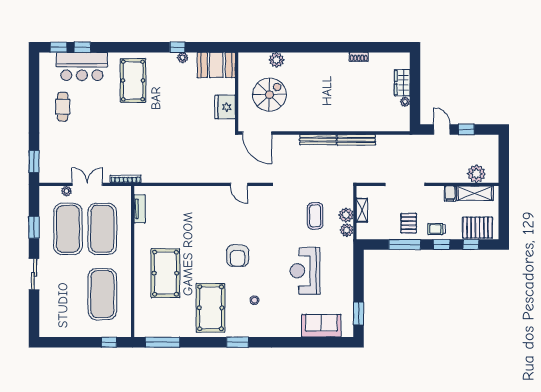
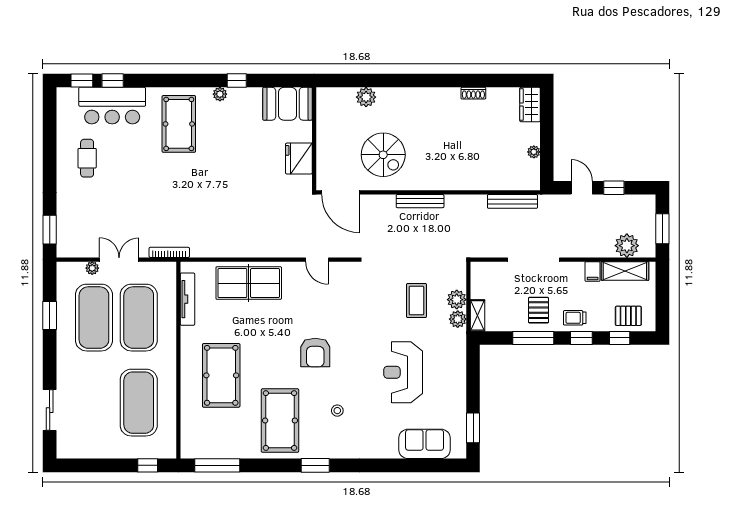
plant: (183, 58) -> (220, 94), moved
wardrobe: (402, 83) -> (530, 105), moved
spiral stairs: (269, 95) -> (383, 155), moved, turned 90
bench: (356, 140) -> (512, 201), moved
window: (504, 161) -> (662, 229), added
table tennis table: (187, 202) -> (249, 283), added
tv unit: (140, 209) -> (187, 299), width x1.41
shelving: (362, 210) -> (477, 315), moved
pallet: (478, 228) -> (628, 316), width x0.67, depth x0.71
sliding door: (34, 274) -> (50, 410), moved

